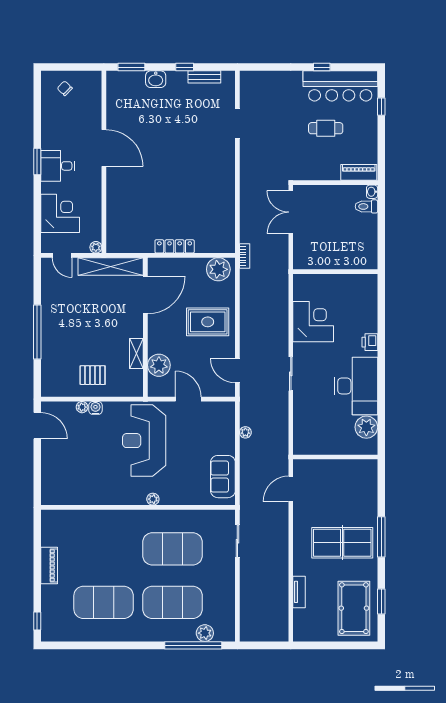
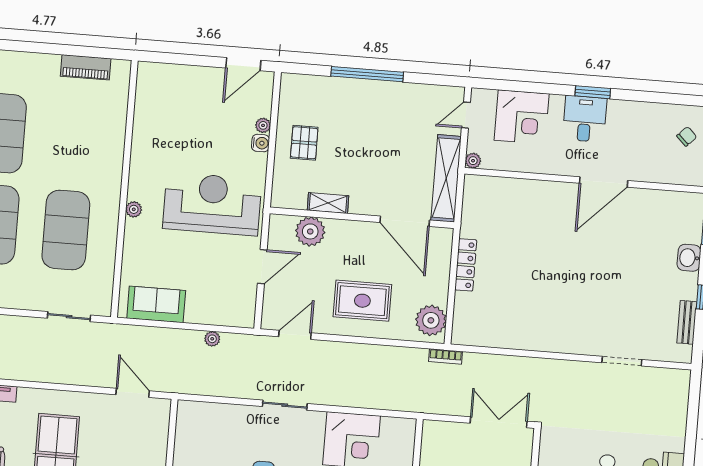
rug: (208, 322) -> (362, 301), turned 90
piano: (49, 566) -> (86, 67), moved

